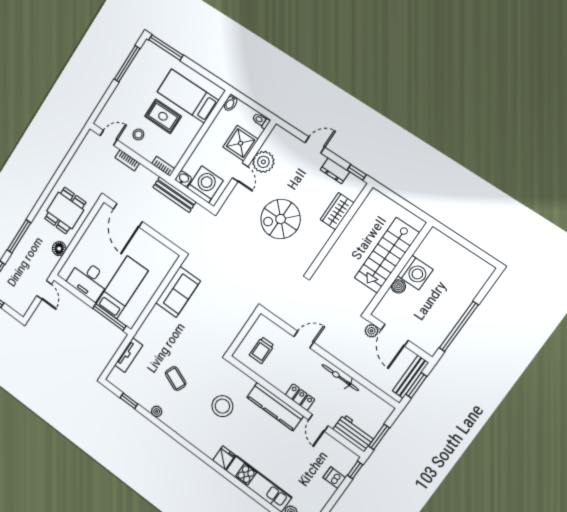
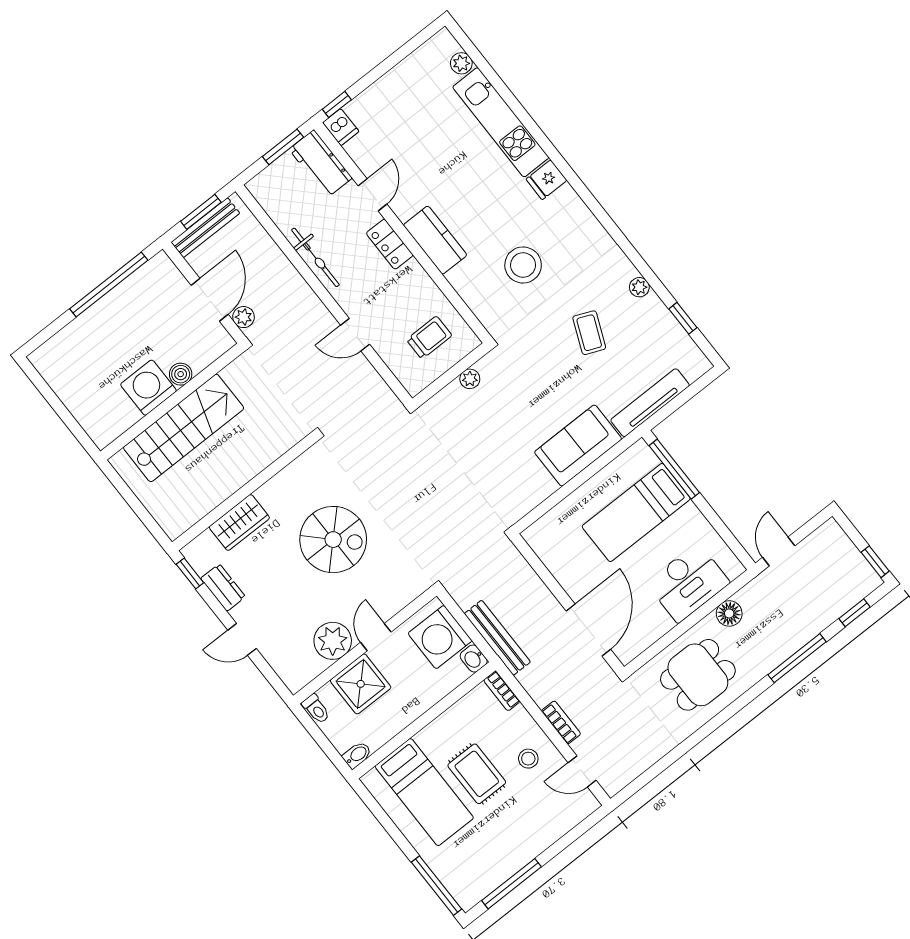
desk: (88, 280) -> (688, 583), moved, turned 90
sofa: (178, 292) -> (578, 445), moved
plant: (232, 334) -> (470, 379), added
tv unit: (129, 355) -> (650, 403), width x1.41
kitchen counter: (275, 407) -> (435, 240), width x0.67
dishwasher: (334, 478) -> (341, 127), moved

